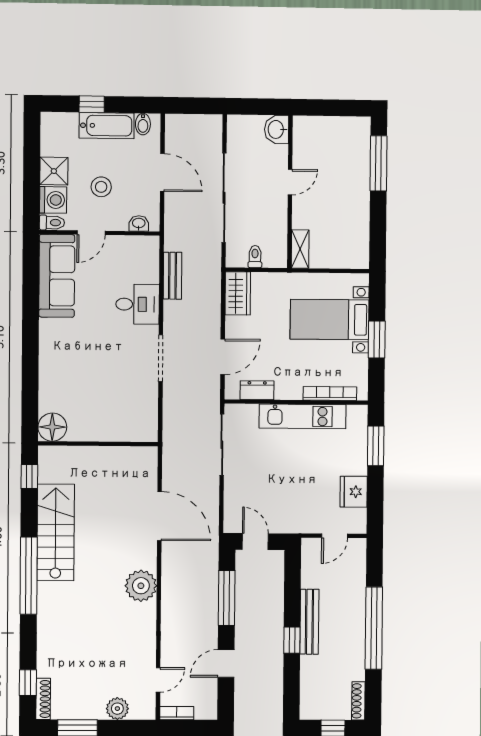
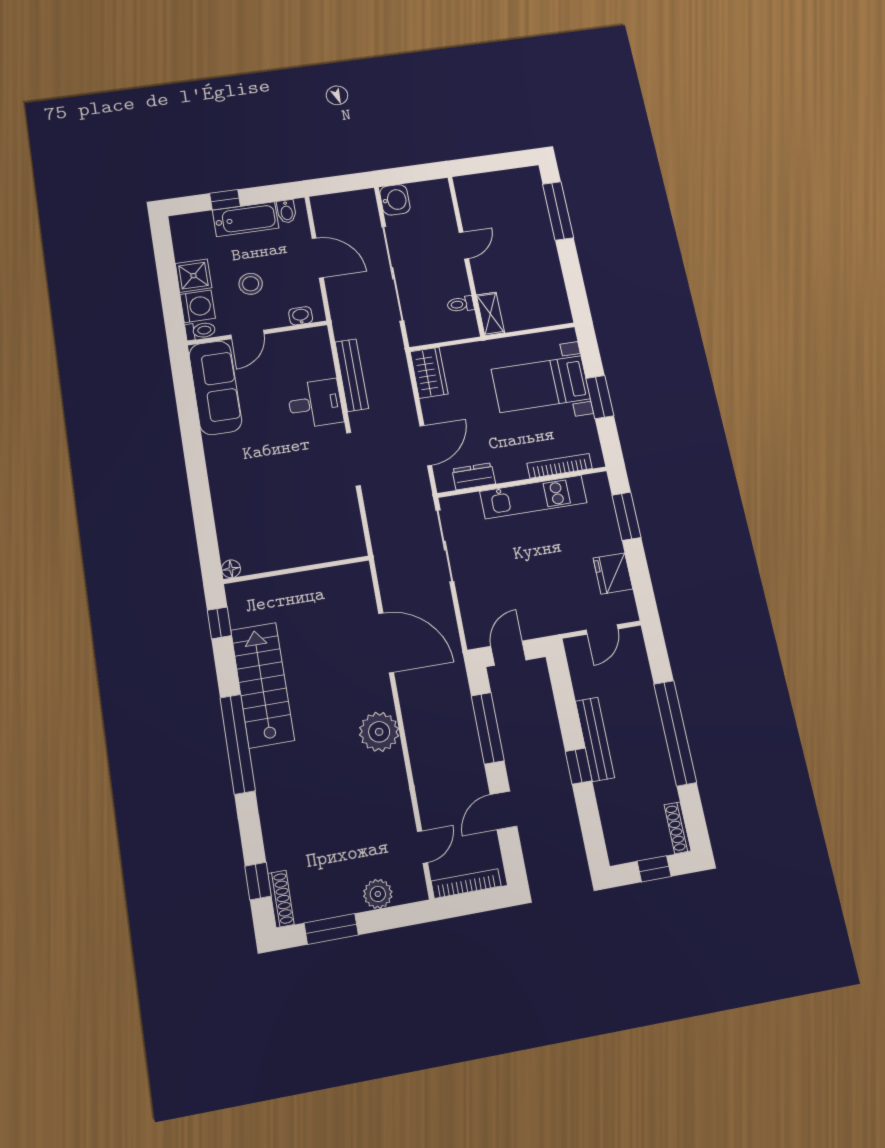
washbasin: (277, 129) -> (395, 200), moved, turned 180
toilet: (255, 257) -> (460, 304), moved, turned -90
bench: (172, 276) -> (352, 375), width x1.36
floor lamp: (52, 427) -> (231, 569), width x0.53, depth x0.53
door: (255, 542) -> (508, 653), hinge flipped
bookcase: (177, 713) -> (466, 884), width x1.56

